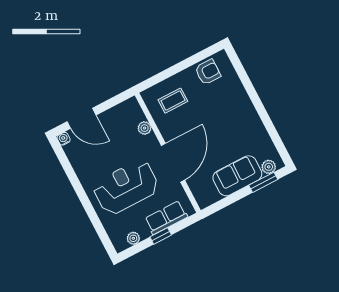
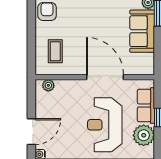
plant: (145, 128) -> (48, 85), moved
plant: (133, 238) -> (144, 135), width x1.88, depth x1.88

